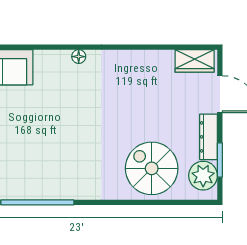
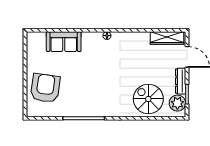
wardrobe: (195, 61) -> (167, 38), width x1.50

